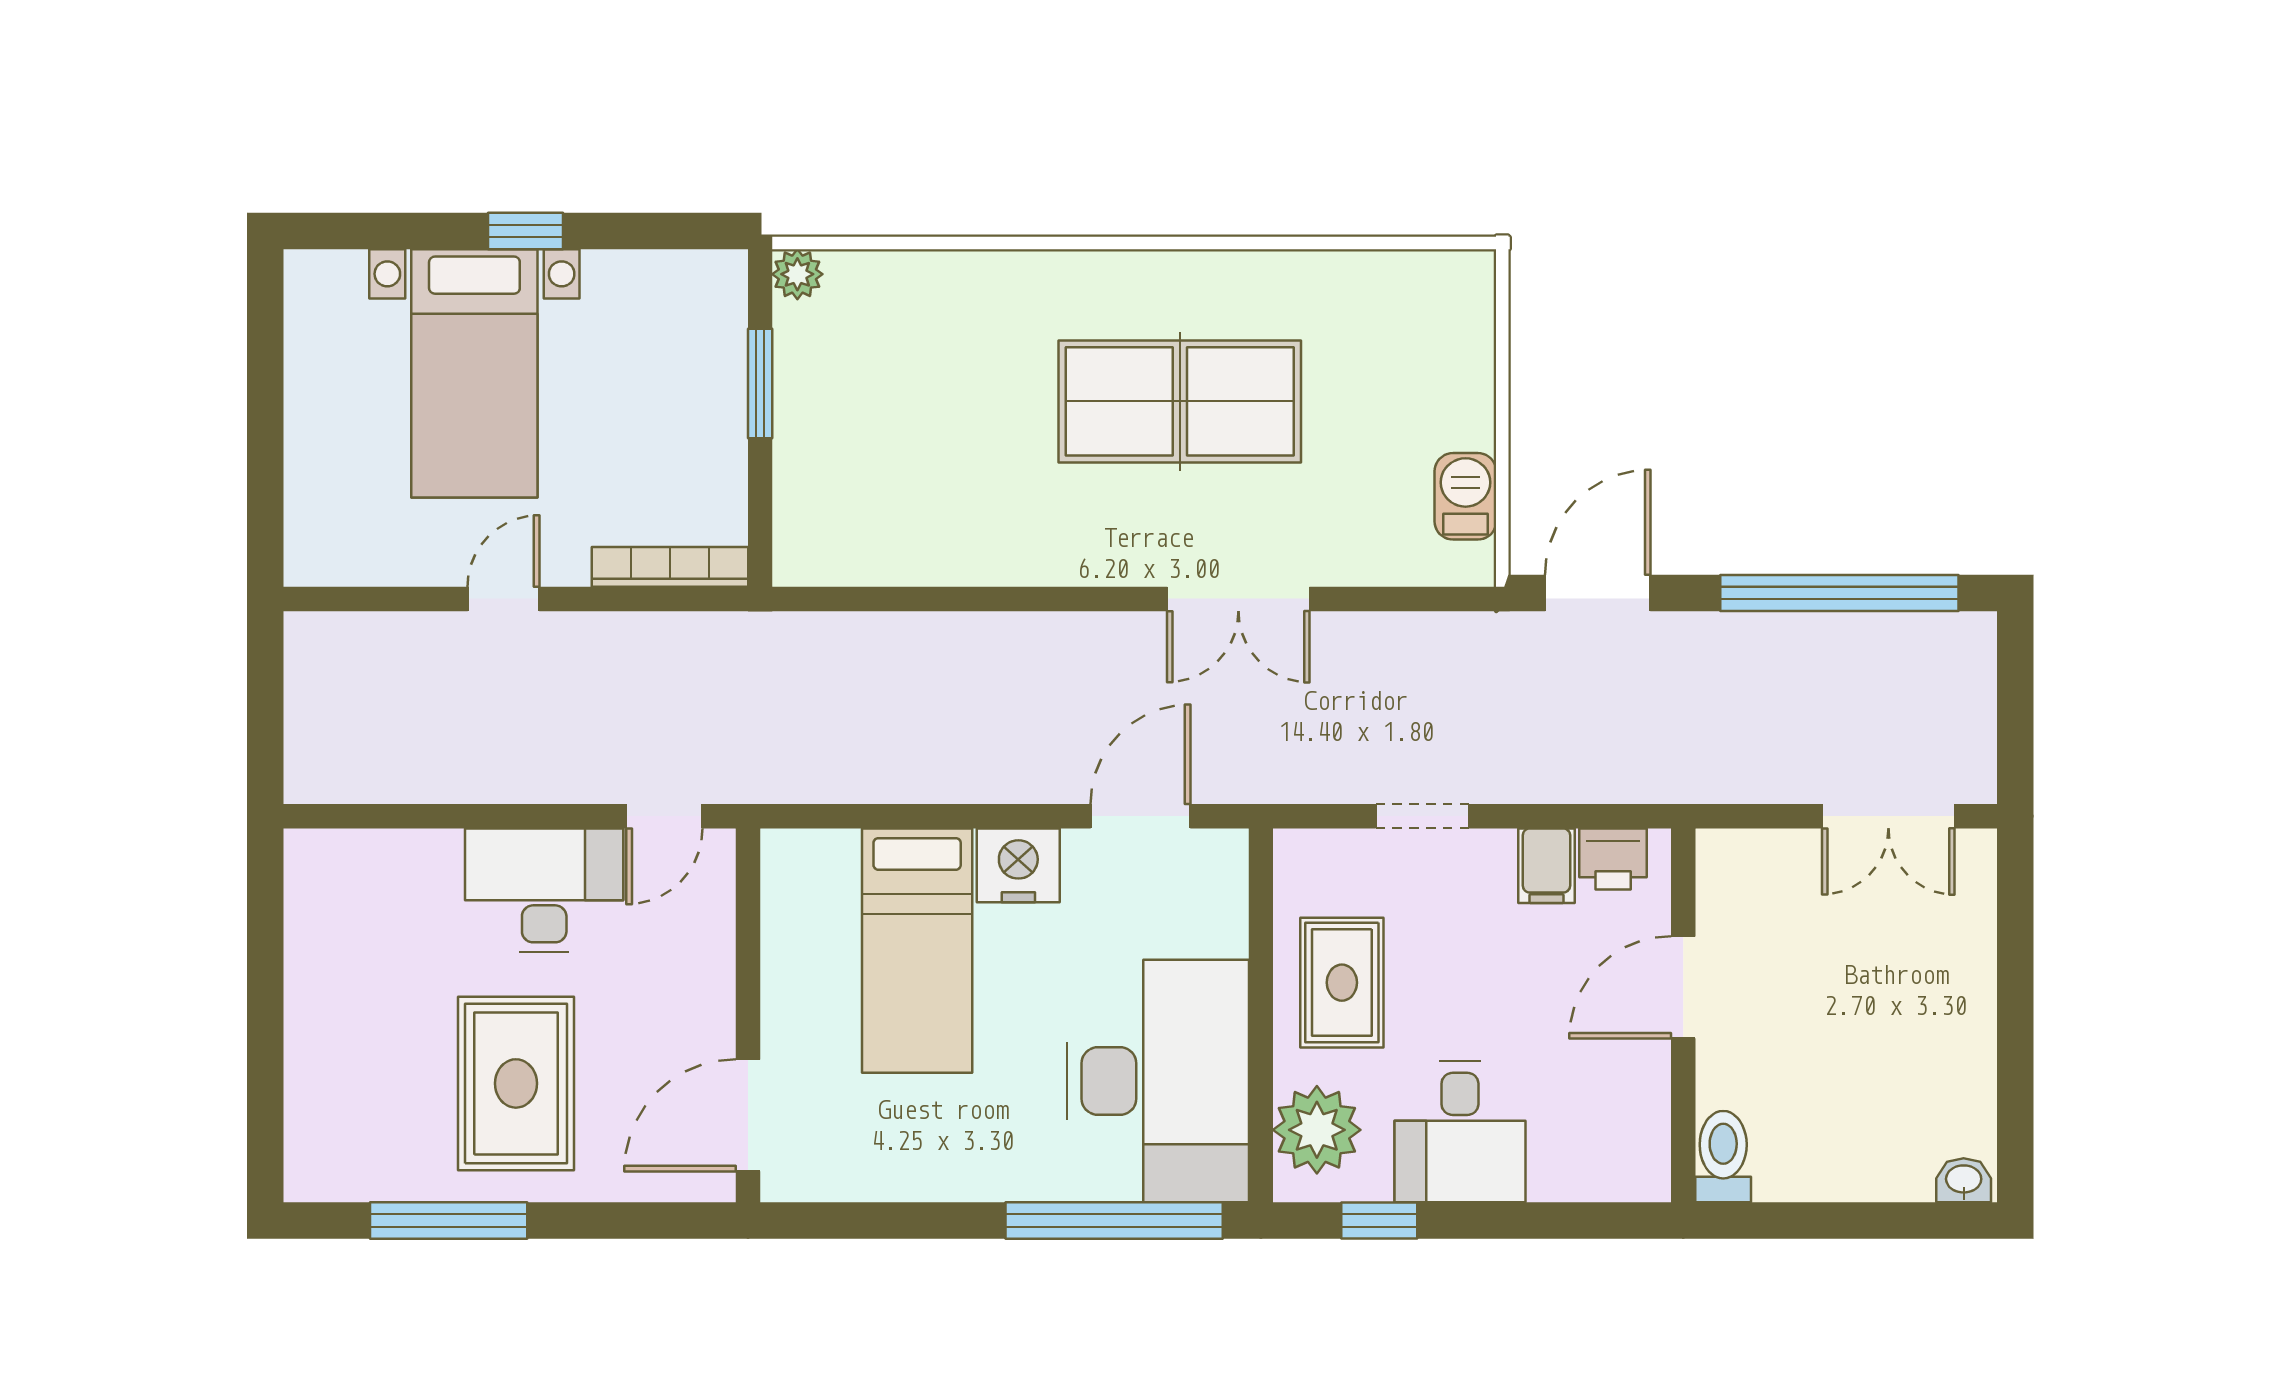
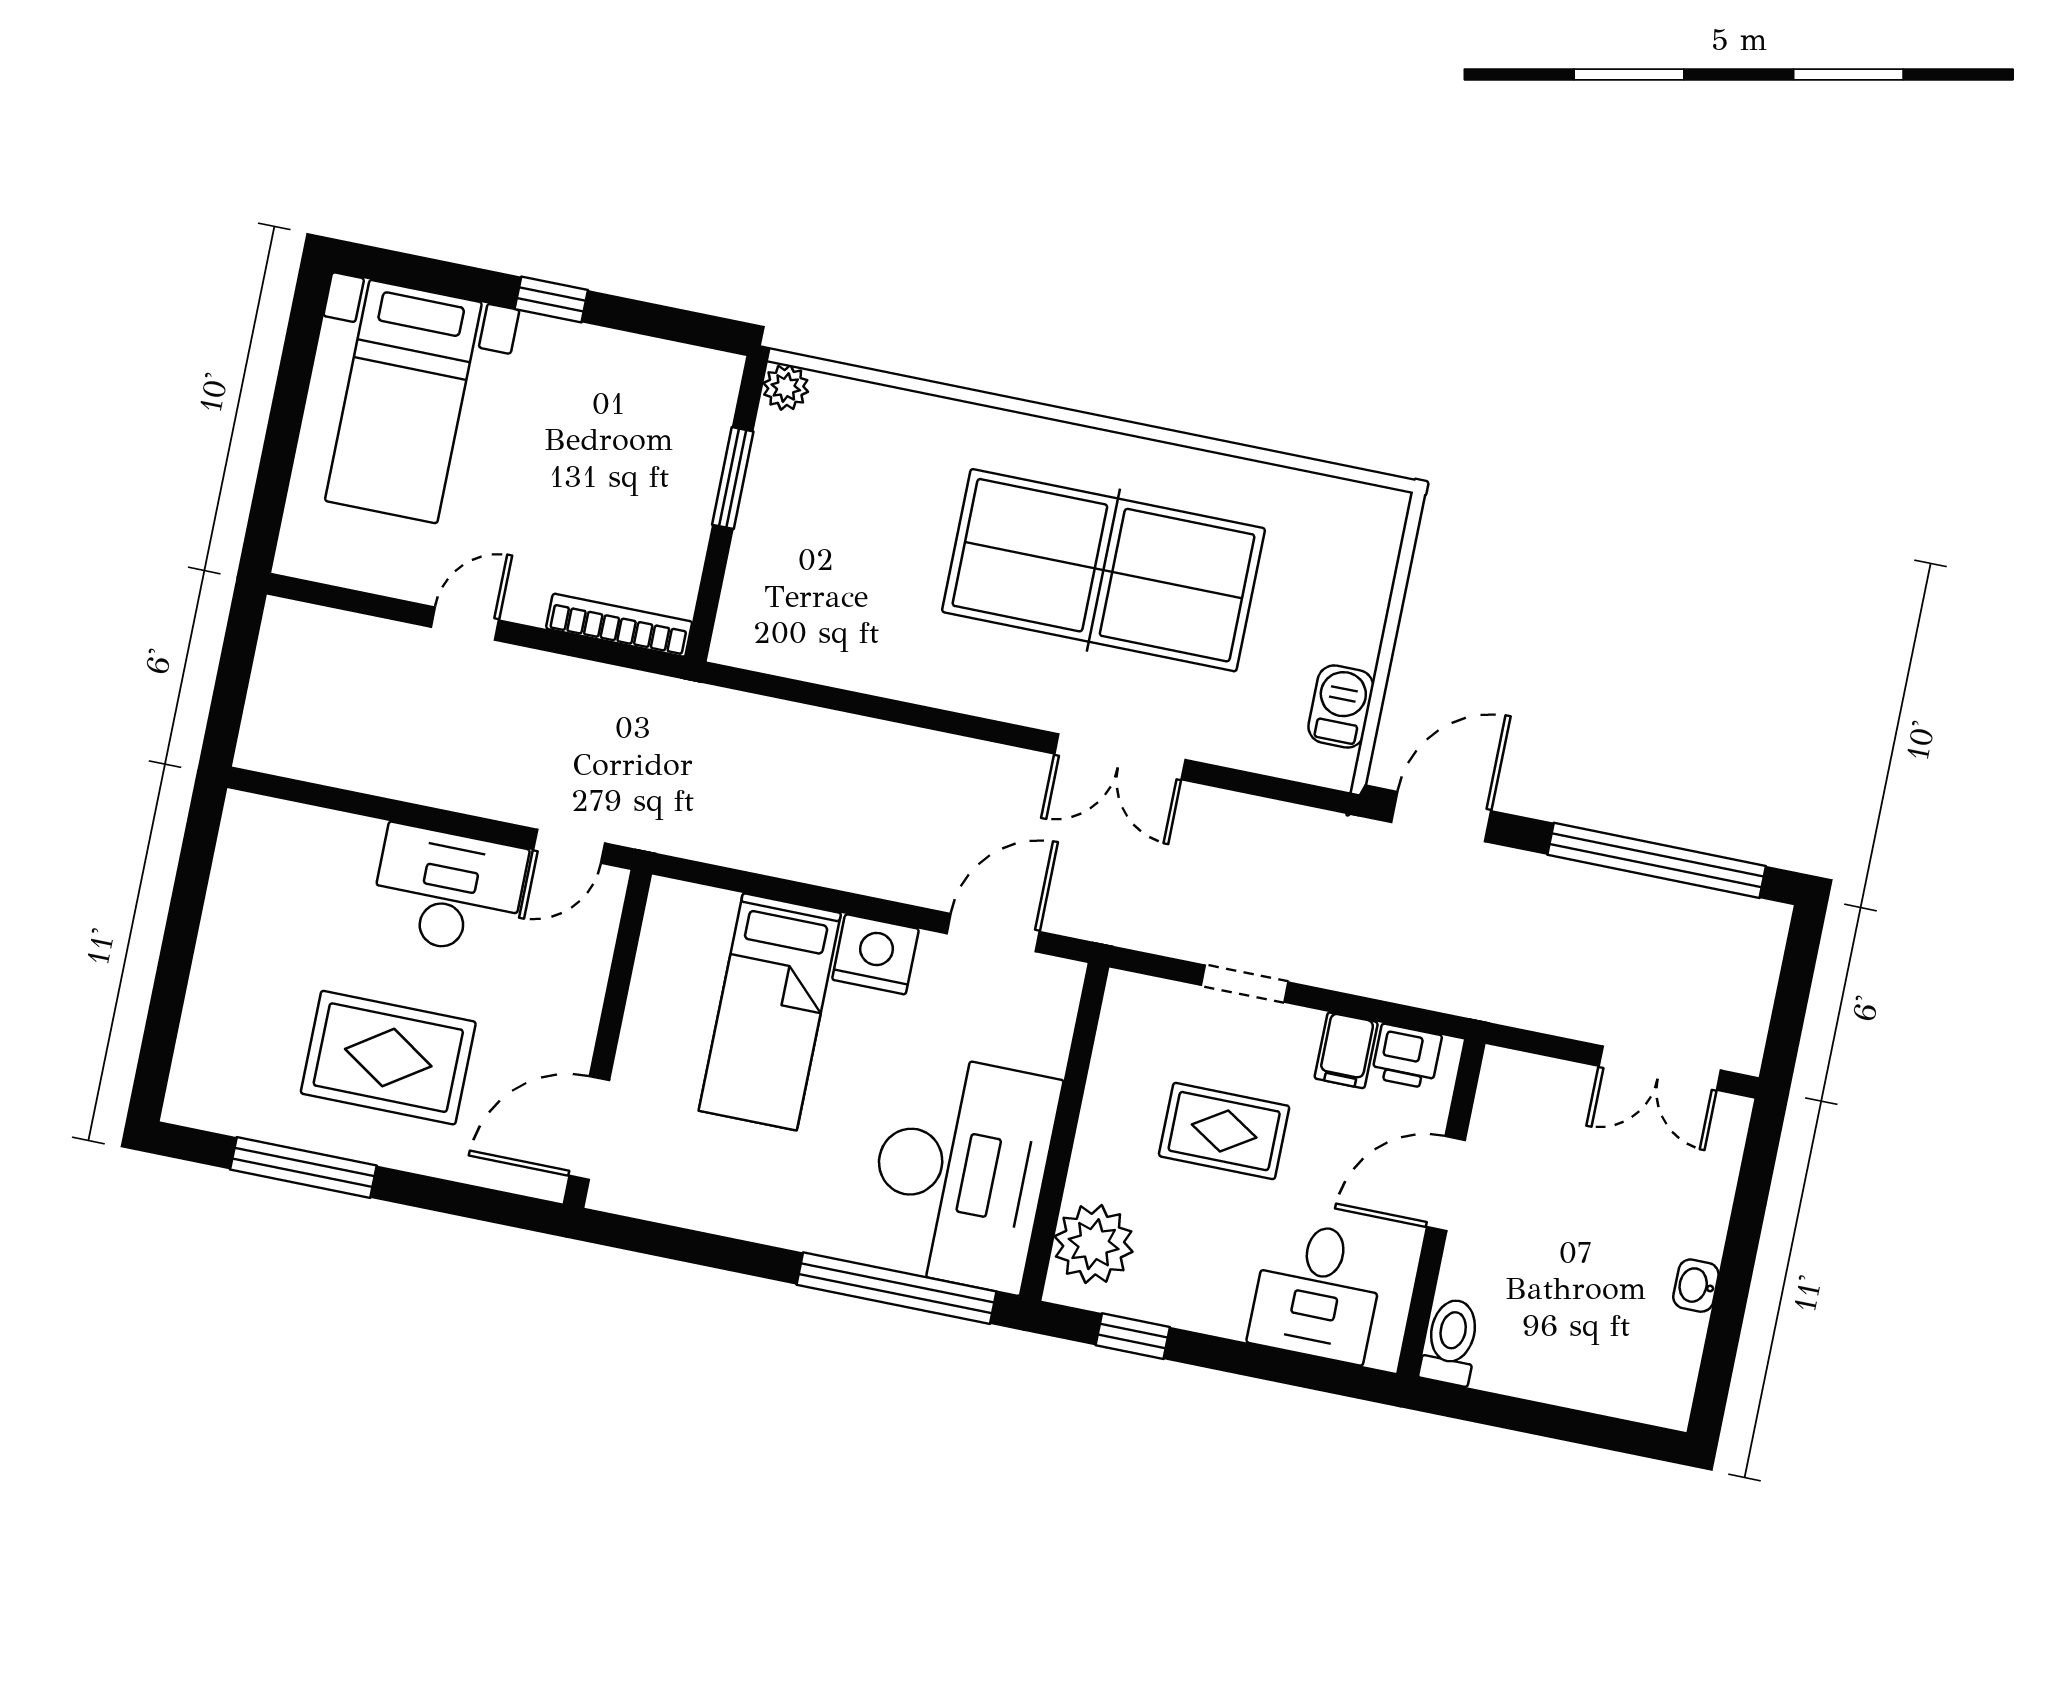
bed with nightstands: (474, 373) -> (403, 402), moved
table tennis table: (1180, 401) -> (1103, 570), width x1.36, depth x1.32
rug: (1342, 983) -> (1224, 1131), moved, turned 90
rug: (516, 1083) -> (388, 1058), turned 90
desk: (1460, 1132) -> (1317, 1292), moved
washbasin: (1964, 1180) -> (1696, 1286), moved, turned -90

